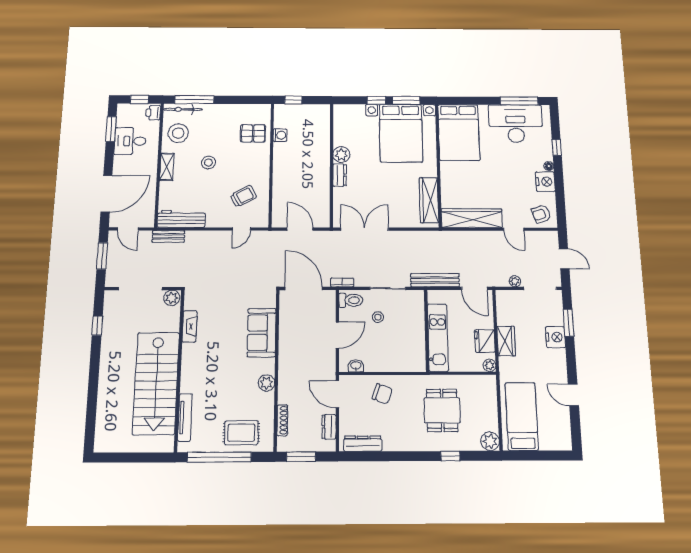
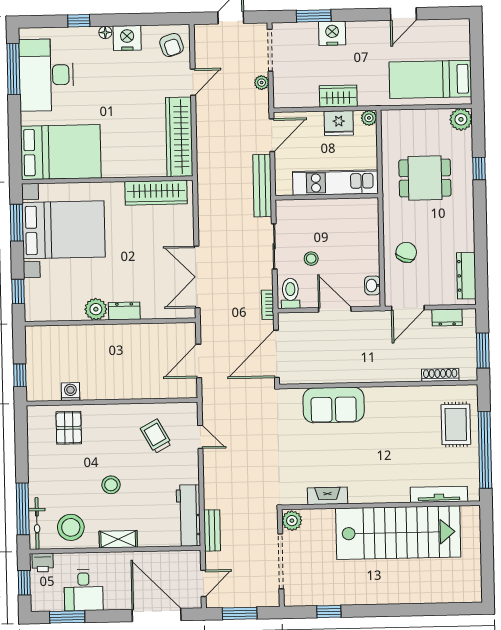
window: (376, 100) -> (18, 292), moved
plant: (266, 383) -> (396, 396), removed

